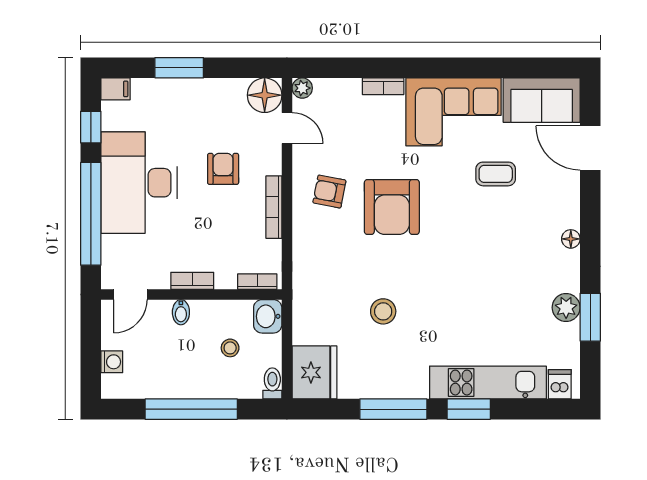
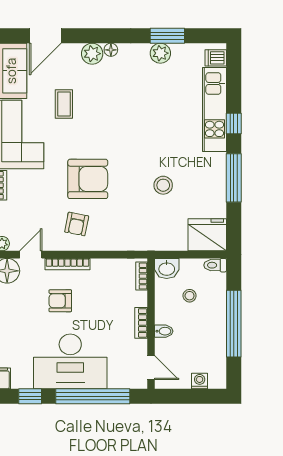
bookcase: (274, 207) -> (68, 264), moved
plant: (565, 213) -> (92, 54), added
window: (469, 409) -> (234, 123), width x0.67

